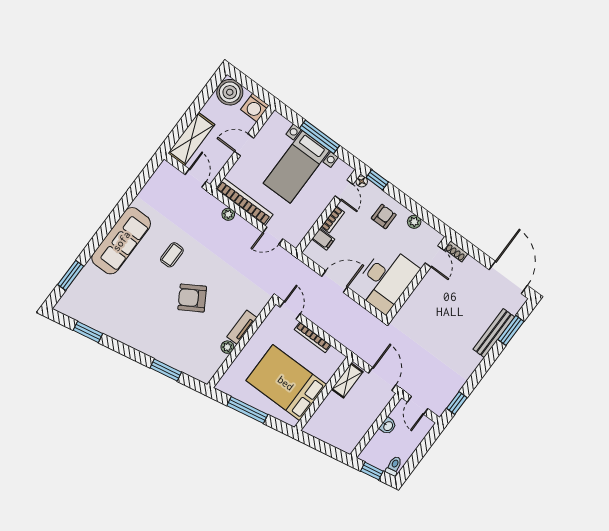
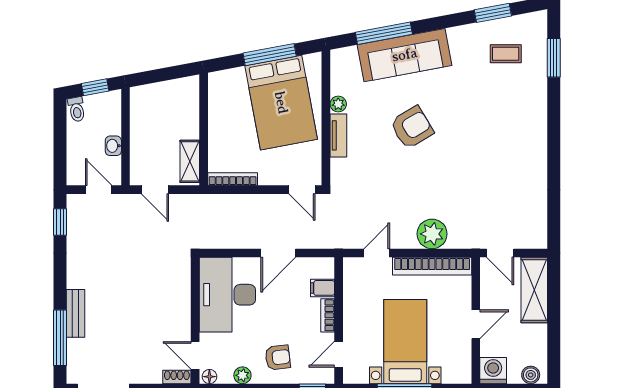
boiler: (230, 92) -> (531, 375), width x0.54, depth x0.54
floor lamp: (362, 181) -> (209, 377), moved
door: (344, 190) -> (339, 354), hinge flipped
plant: (228, 214) -> (432, 234), width x1.87, depth x1.87
armchair: (384, 216) -> (278, 357), turned -97
sofa: (121, 241) -> (405, 55), moved, turned -101
coffee table: (172, 255) -> (506, 54), moved, turned 90
window: (511, 330) -> (60, 338), width x1.44
bench: (494, 333) -> (76, 313), width x0.73
bookcase: (313, 337) -> (233, 179), moved
window: (166, 370) -> (384, 33), width x1.44
door: (382, 379) -> (155, 190), width x0.73
bed: (286, 383) -> (281, 103), moved, turned 79

